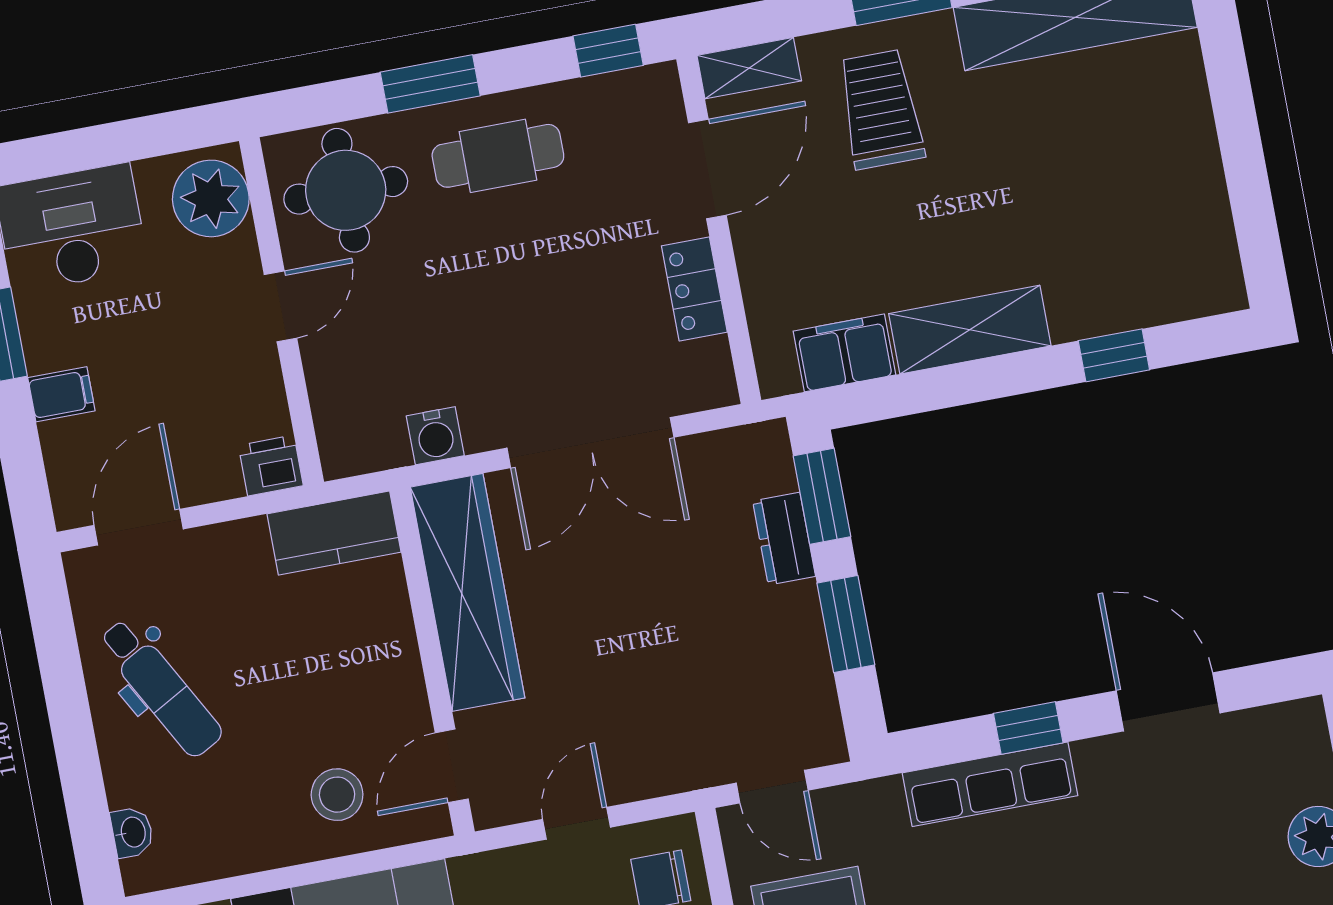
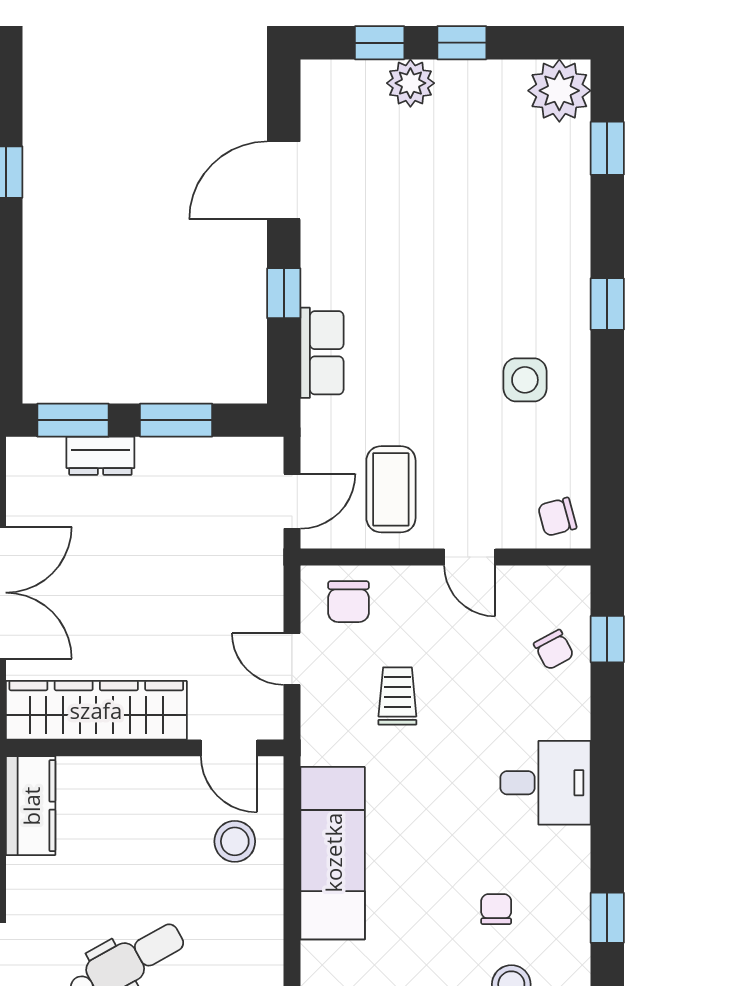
row of seats: (990, 784) -> (322, 353), width x0.68

